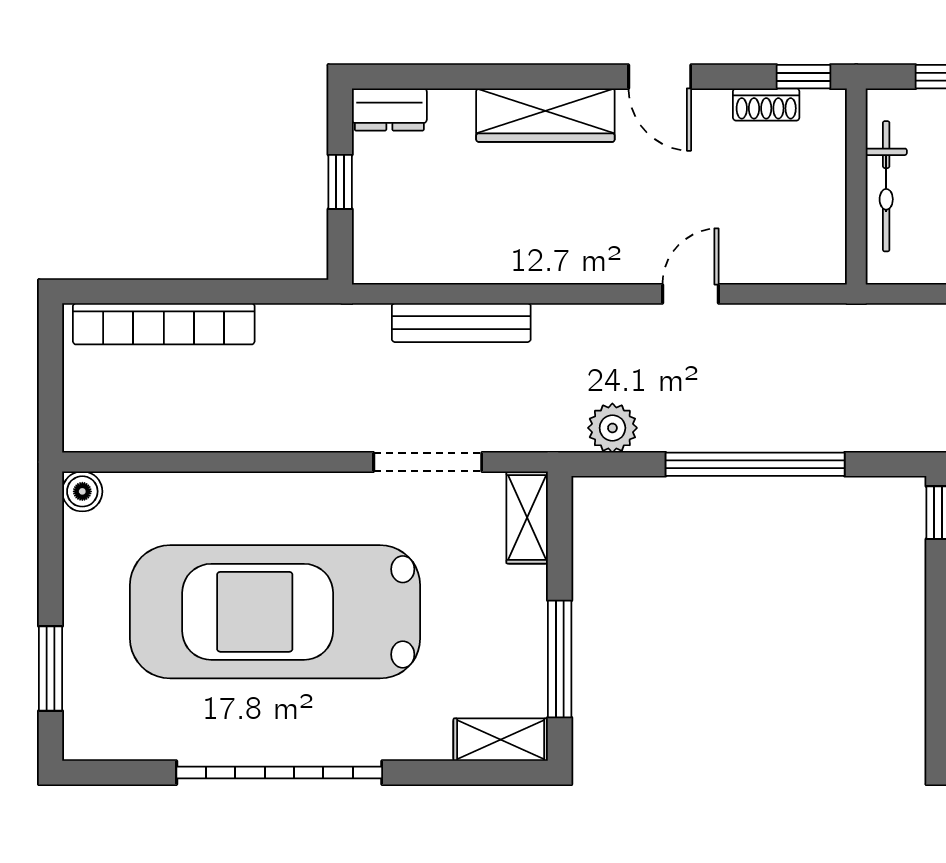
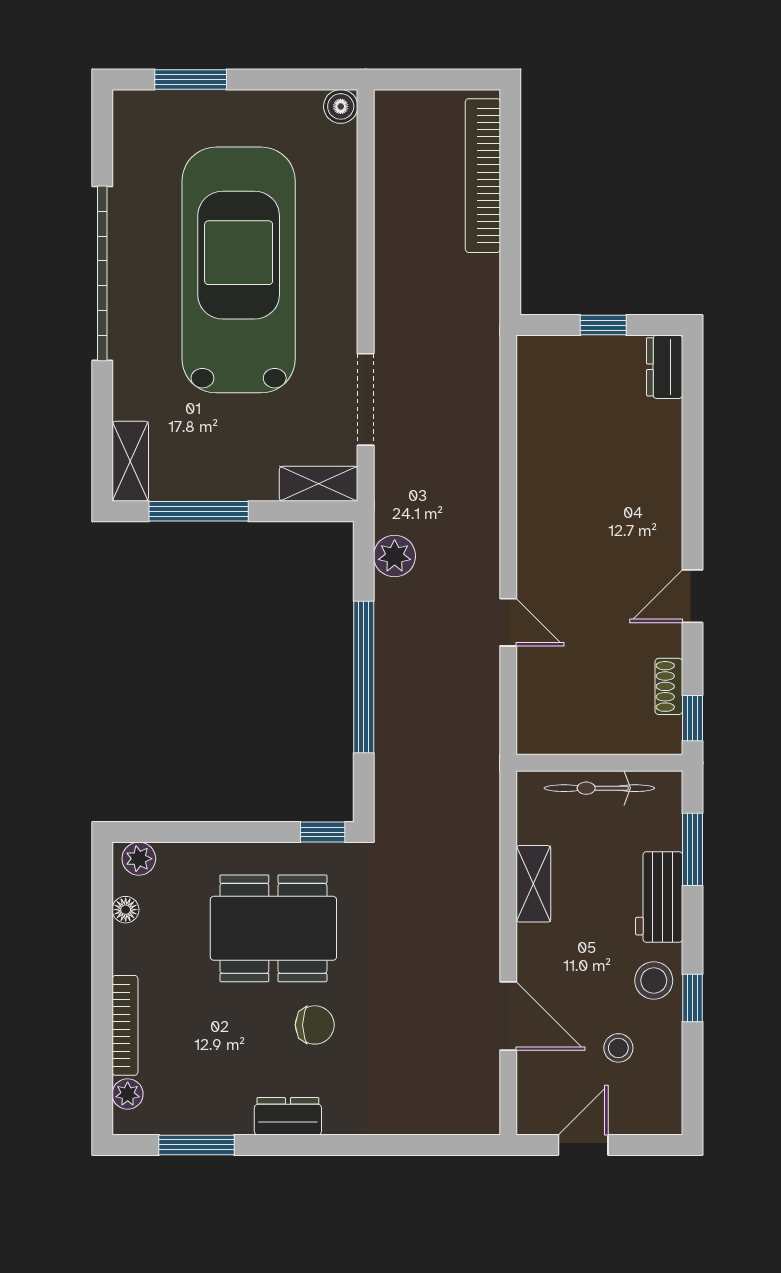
wardrobe: (545, 115) -> (660, 499), removed
bench: (461, 323) -> (484, 428), removed

